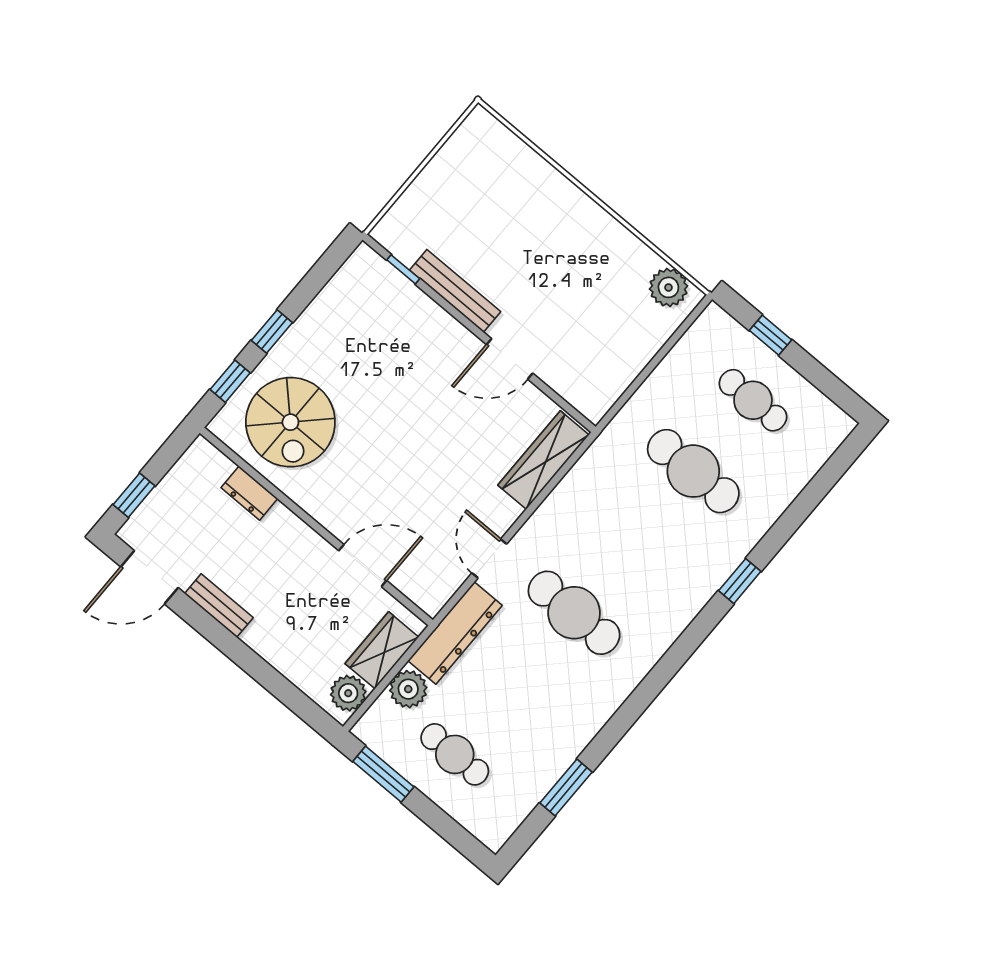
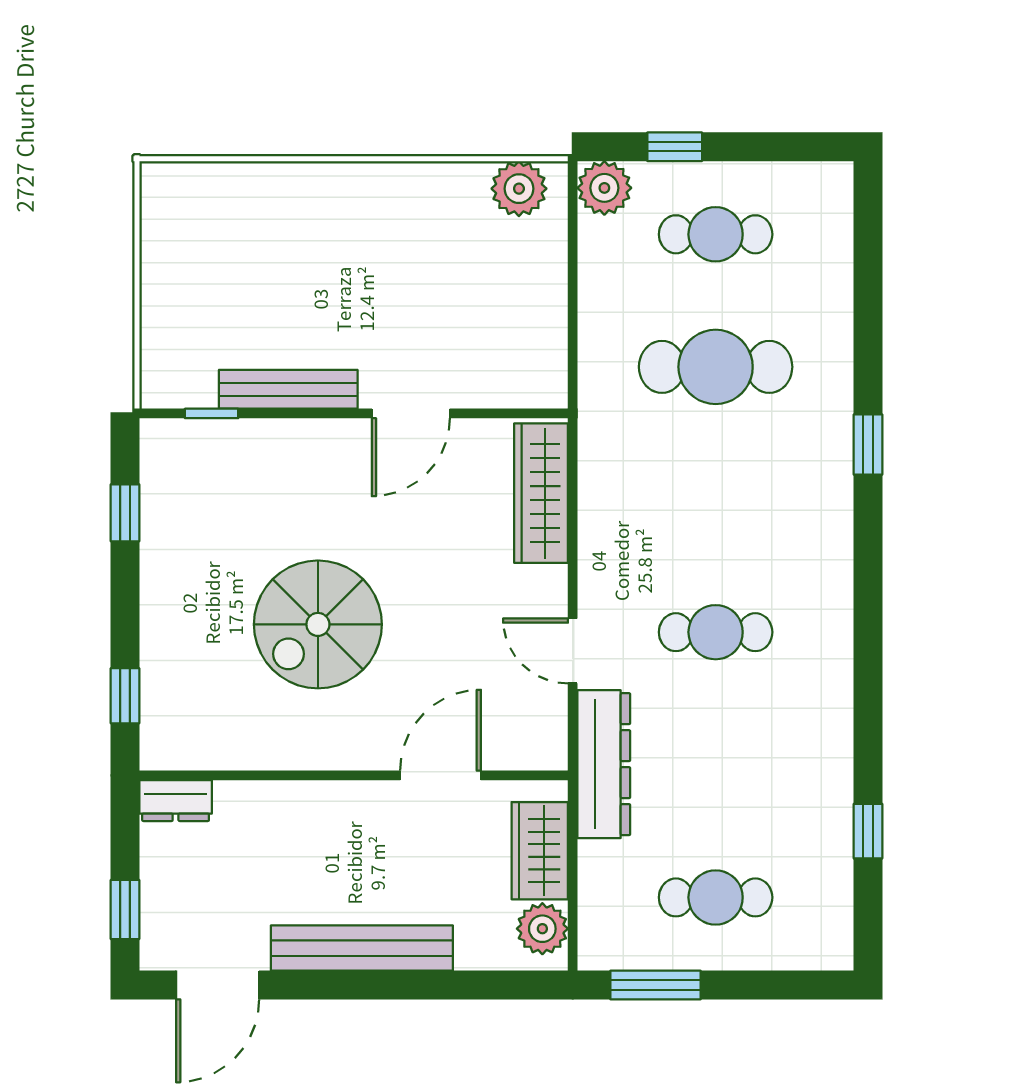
window: (272, 332) -> (125, 513), moved
spiral stairs: (290, 422) -> (318, 624), moved, turned 90
dresser: (249, 493) -> (176, 801), moved
bench: (219, 606) -> (362, 948), width x1.86, depth x1.21
cafe table: (574, 613) -> (716, 632), width x0.73, depth x0.74
plant: (408, 689) -> (604, 188), moved
window: (566, 787) -> (868, 831), width x0.67

